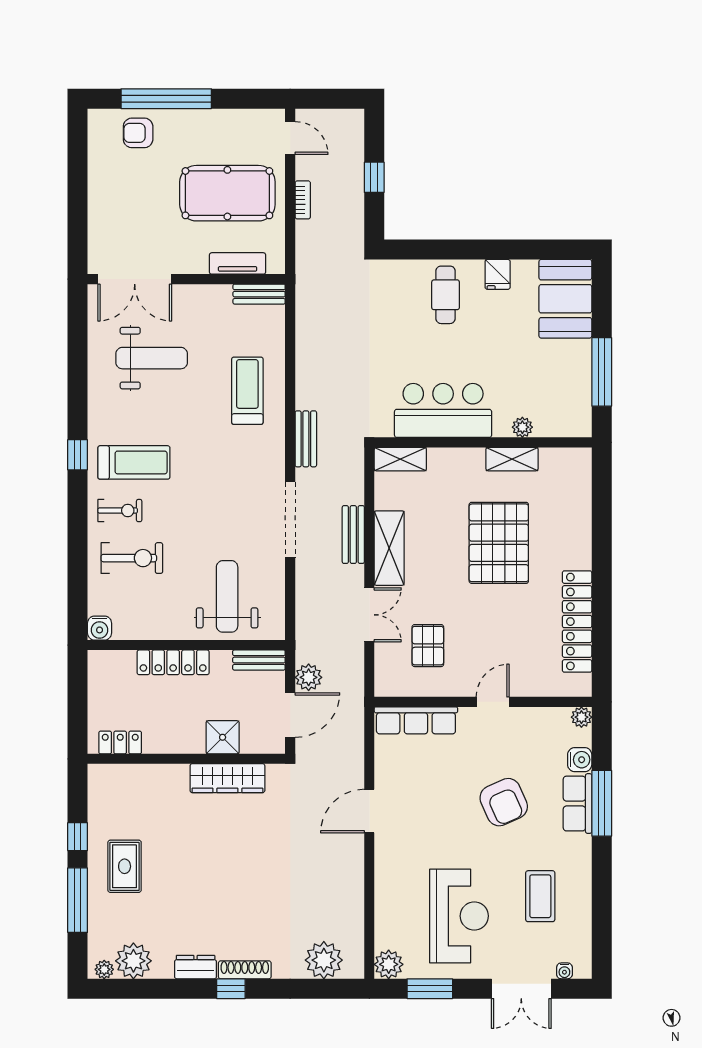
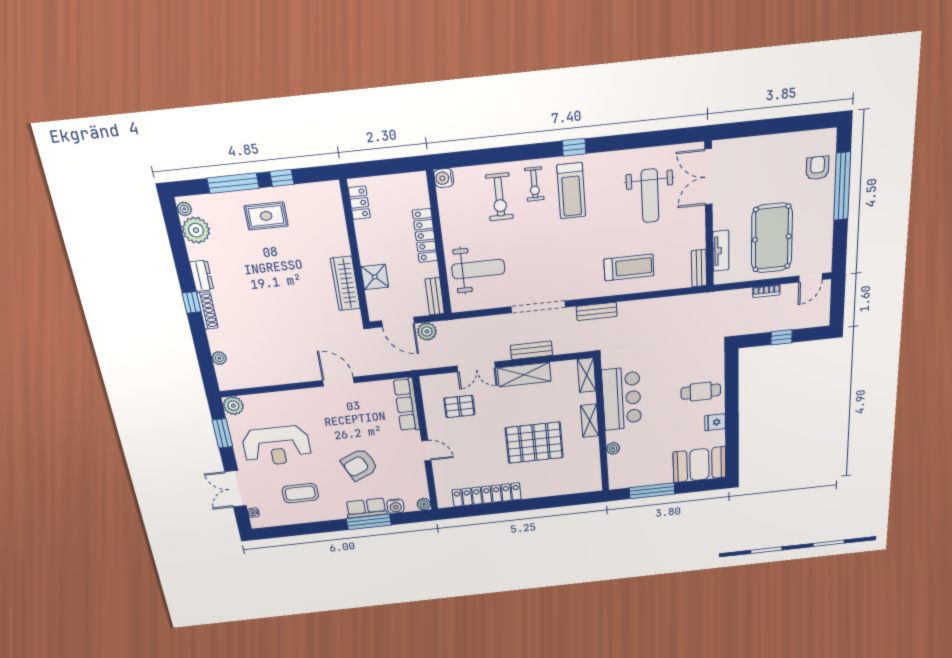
shelving: (512, 459) -> (590, 421), moved
plant: (324, 960) -> (219, 358), width x0.53, depth x0.53

